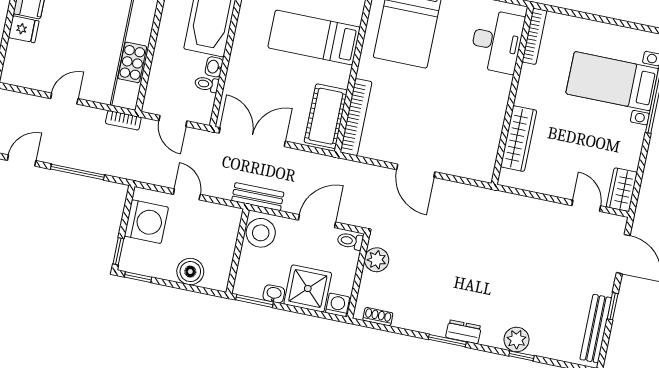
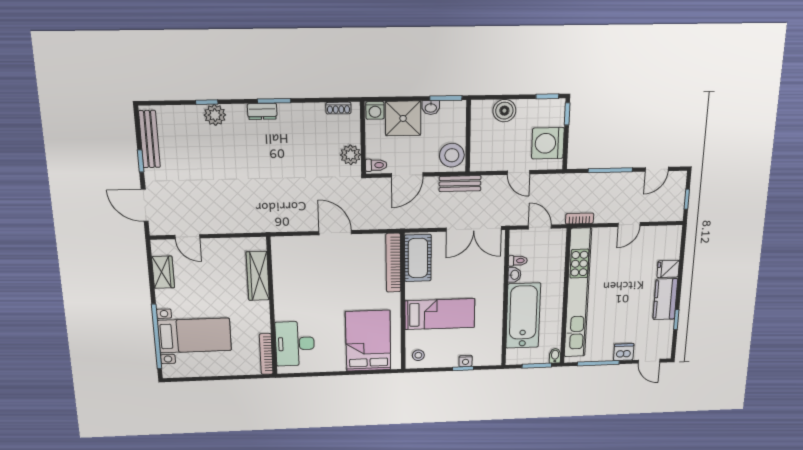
wardrobe: (622, 190) -> (163, 272), moved

